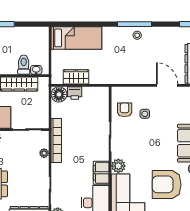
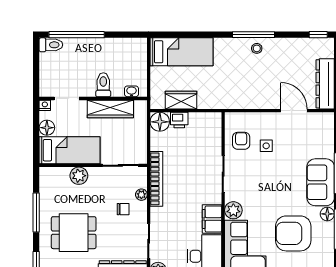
toilet: (24, 65) -> (103, 85), moved
chair: (29, 165) -> (123, 209), added

